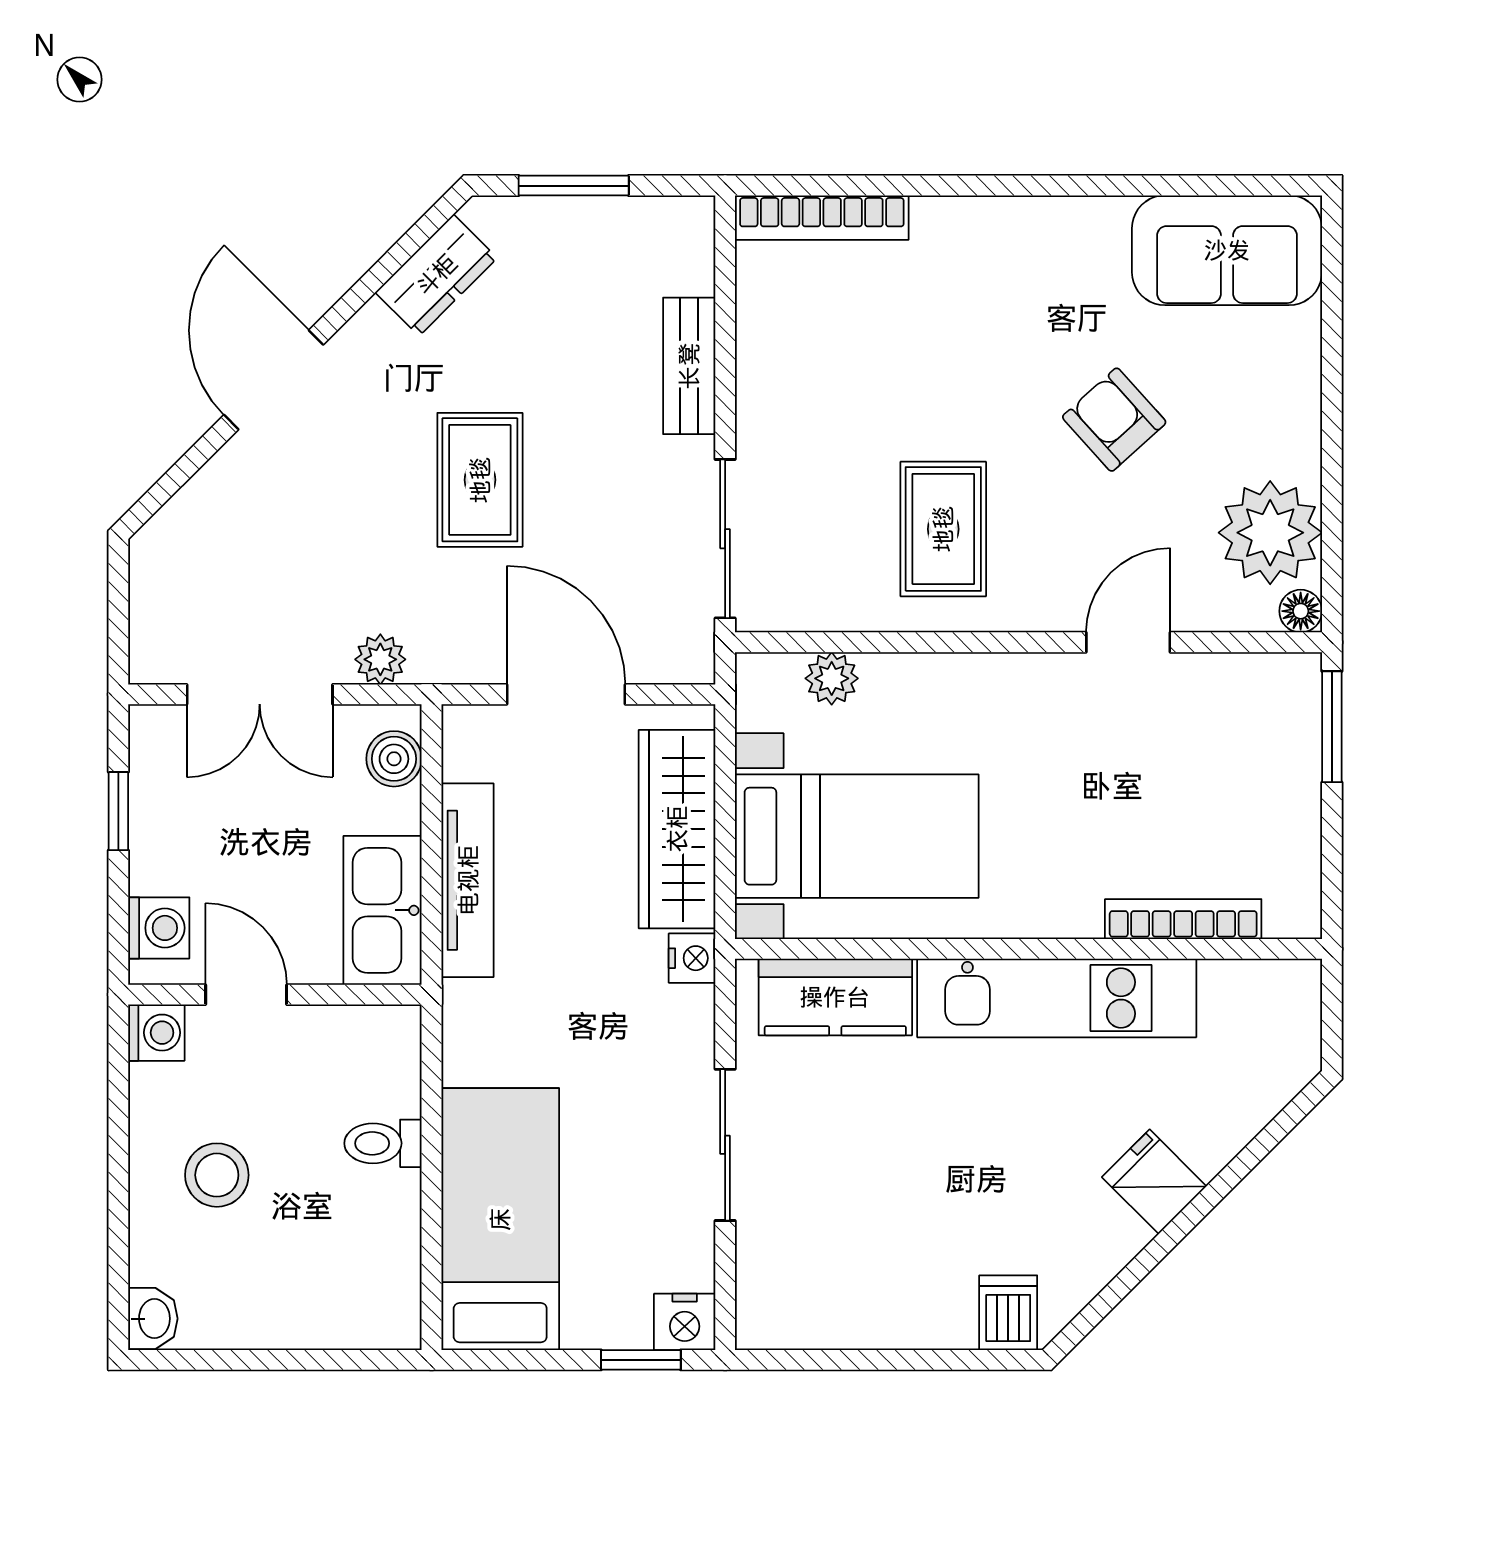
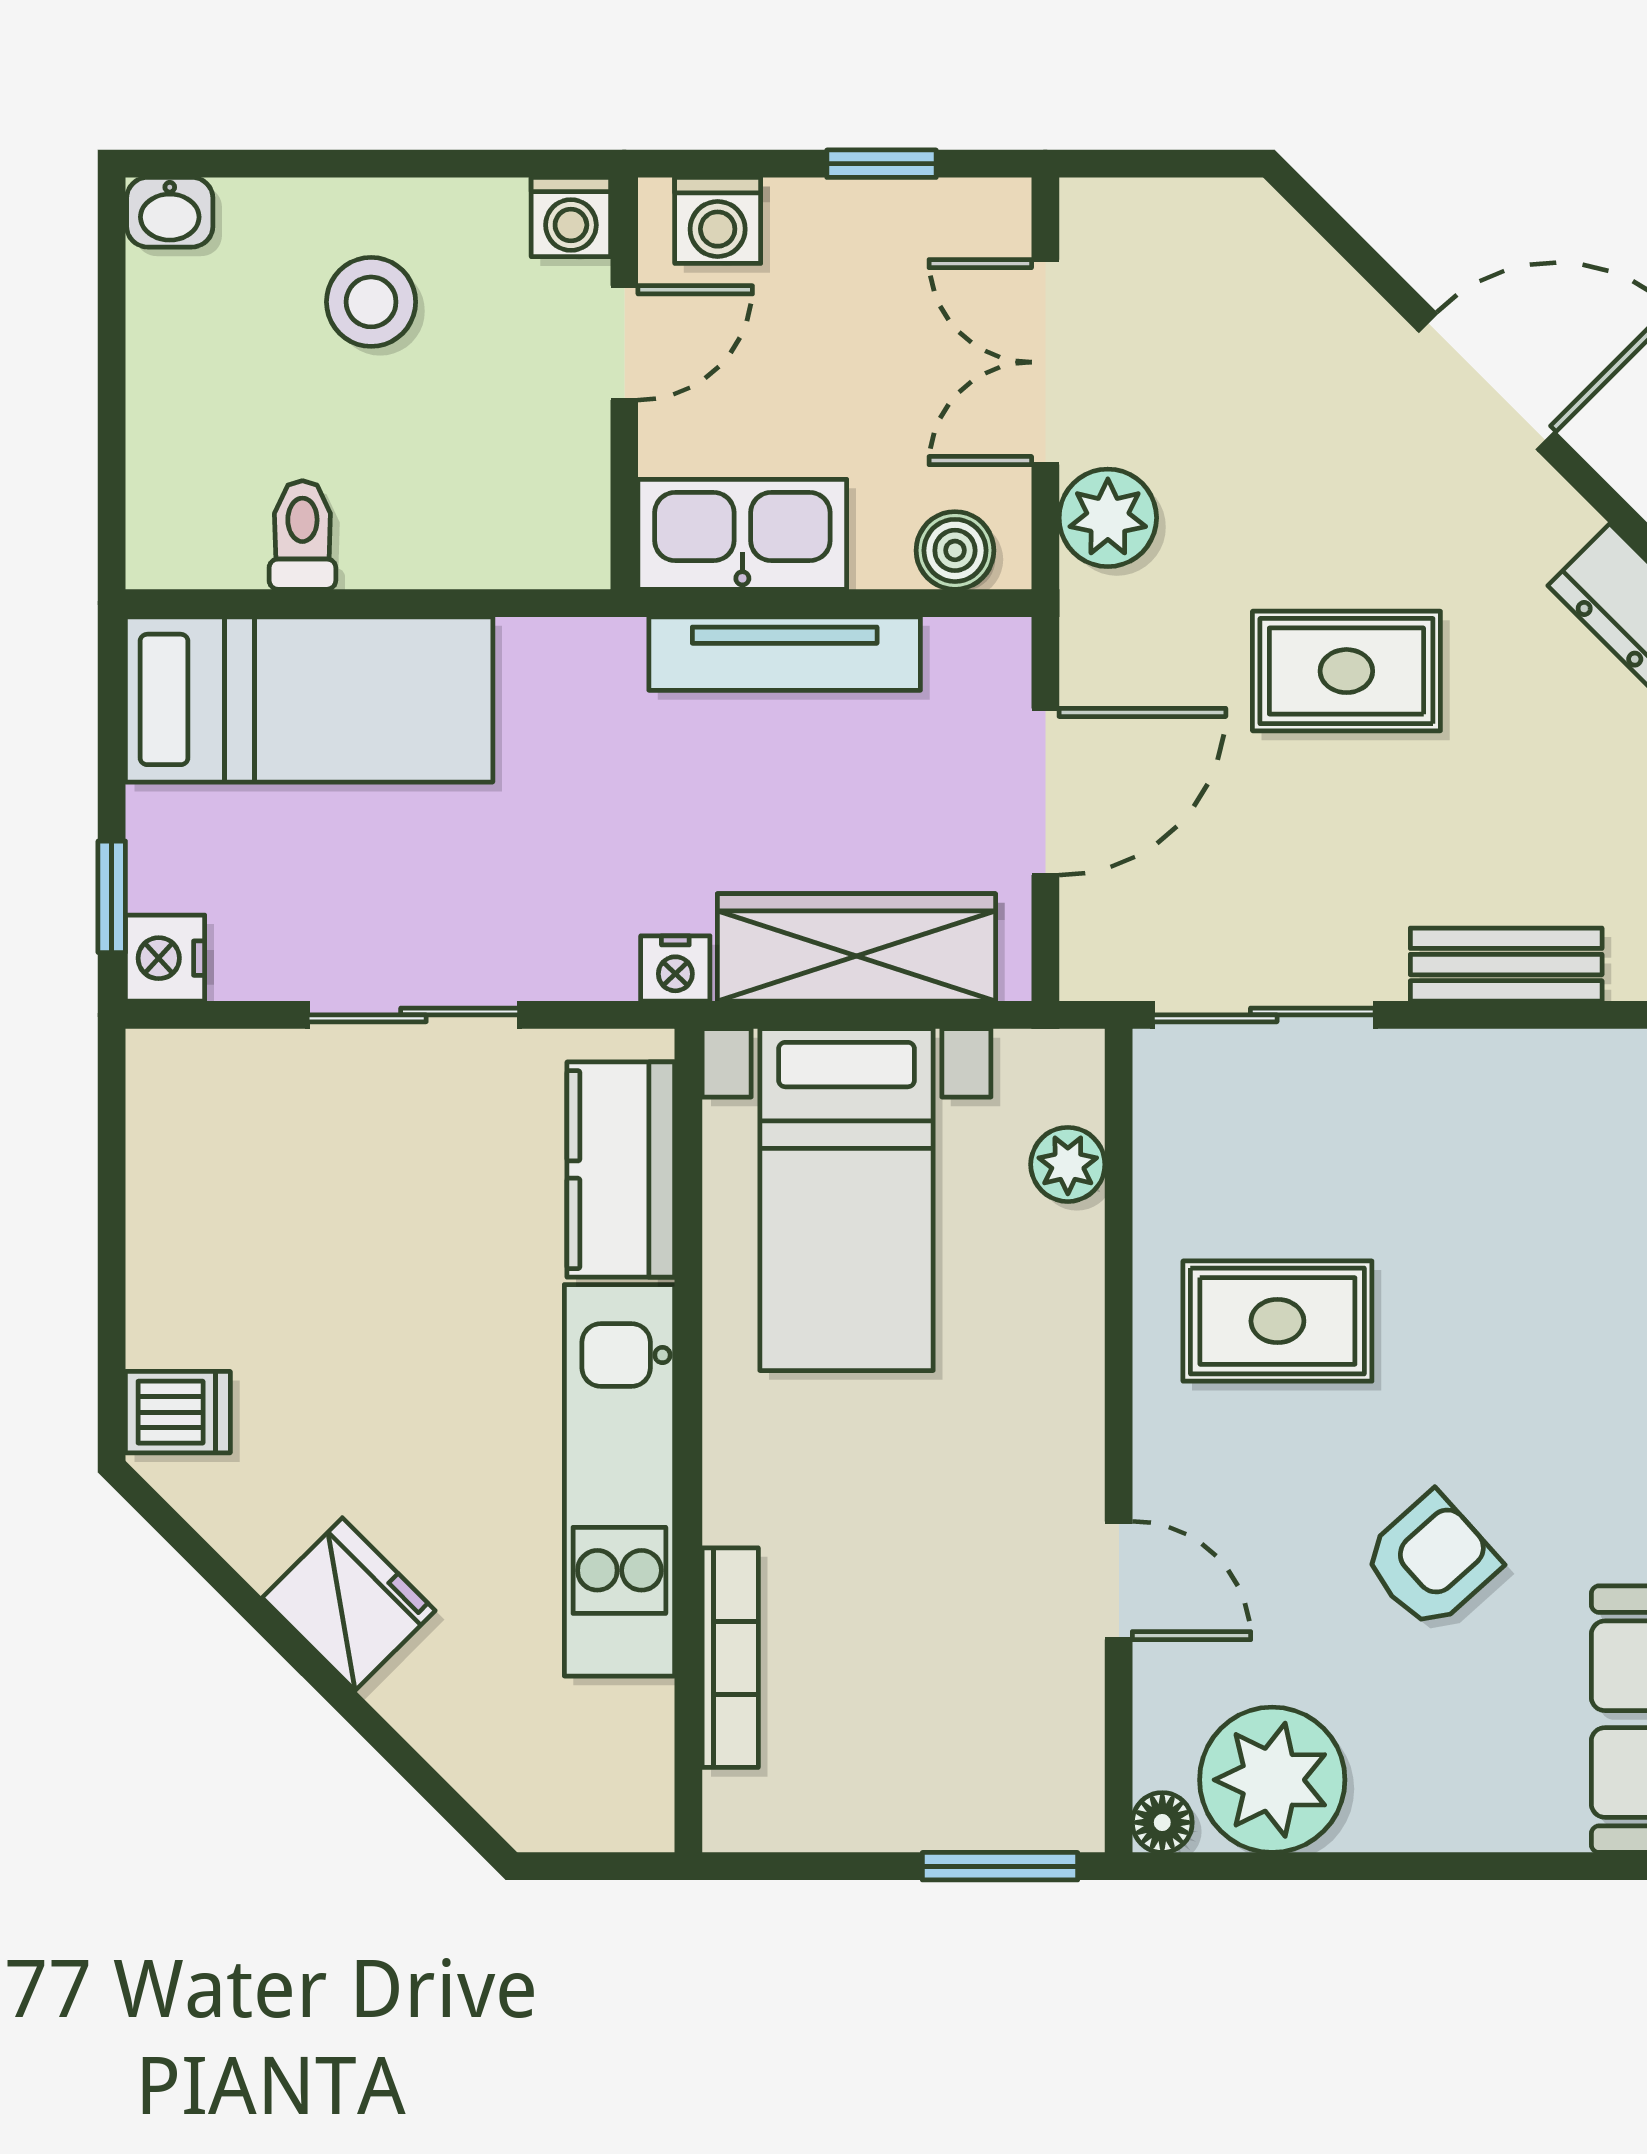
plant: (380, 659) -> (1108, 518), width x1.38, depth x1.38
toilet: (383, 1143) -> (302, 535), moved
fridge: (1154, 1182) -> (349, 1604), width x1.38

